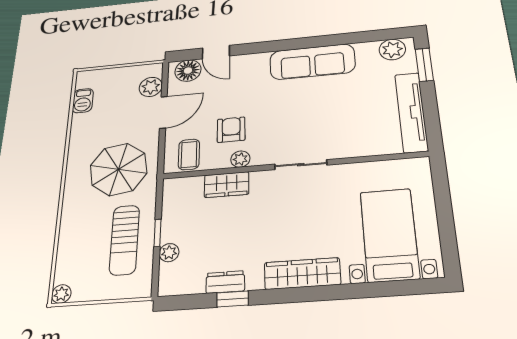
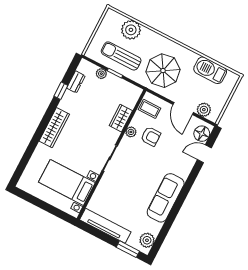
barbecue: (83, 101) -> (210, 70), width x1.88, depth x1.53
bed with nightstands: (389, 235) -> (67, 182), moved, turned 180
dresser: (225, 282) -> (76, 82), moved
plant: (61, 294) -> (131, 30), moved, width x1.87, depth x1.87

